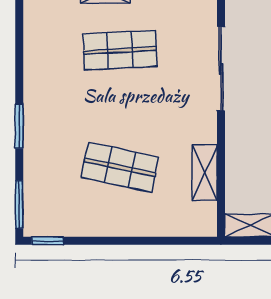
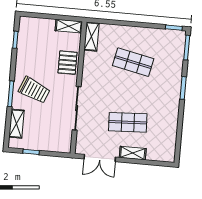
pallet: (246, 155) -> (68, 63), added
shelving: (205, 173) -> (91, 37), moved

